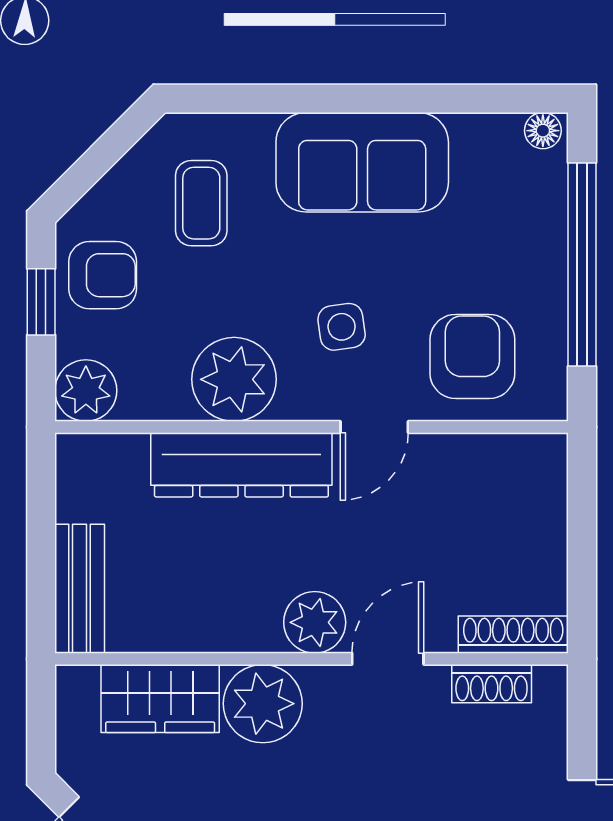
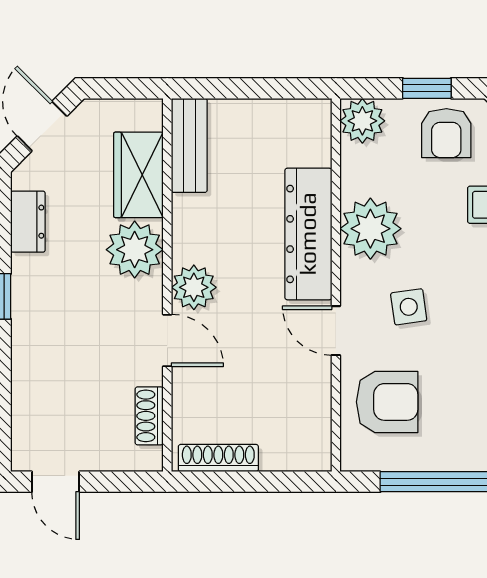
bench: (80, 589) -> (189, 145), moved, turned 90
shoe rack: (513, 635) -> (218, 458), moved, turned -90

